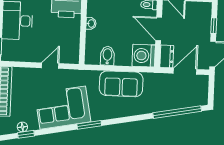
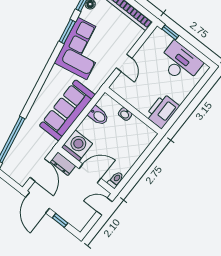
washbasin: (91, 23) -> (125, 114), moved
sofa: (121, 84) -> (67, 110), width x1.36
window: (89, 125) -> (67, 31), moved

